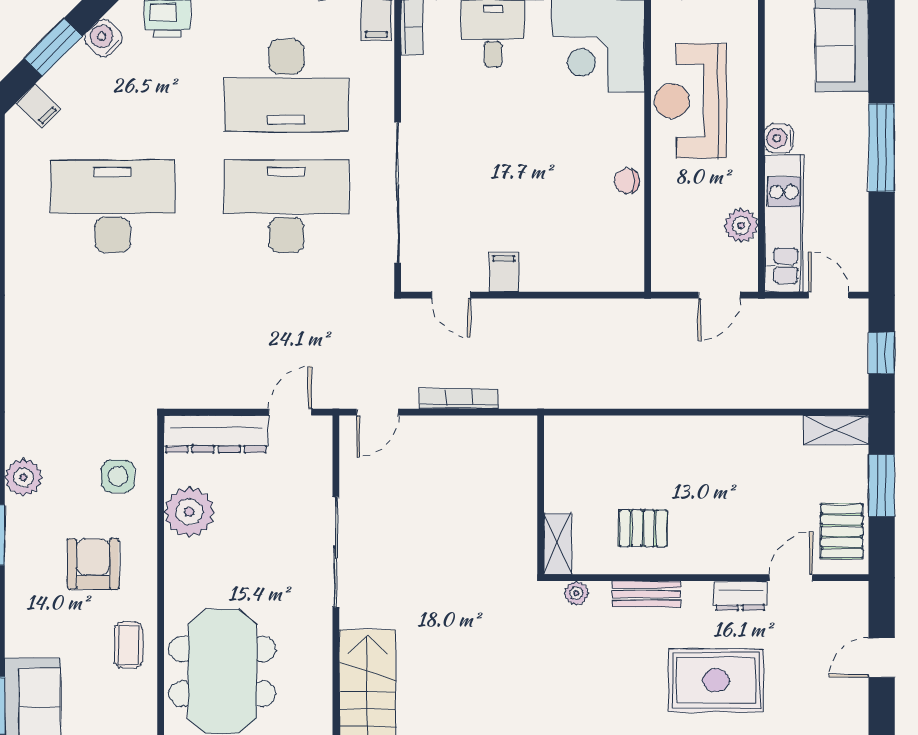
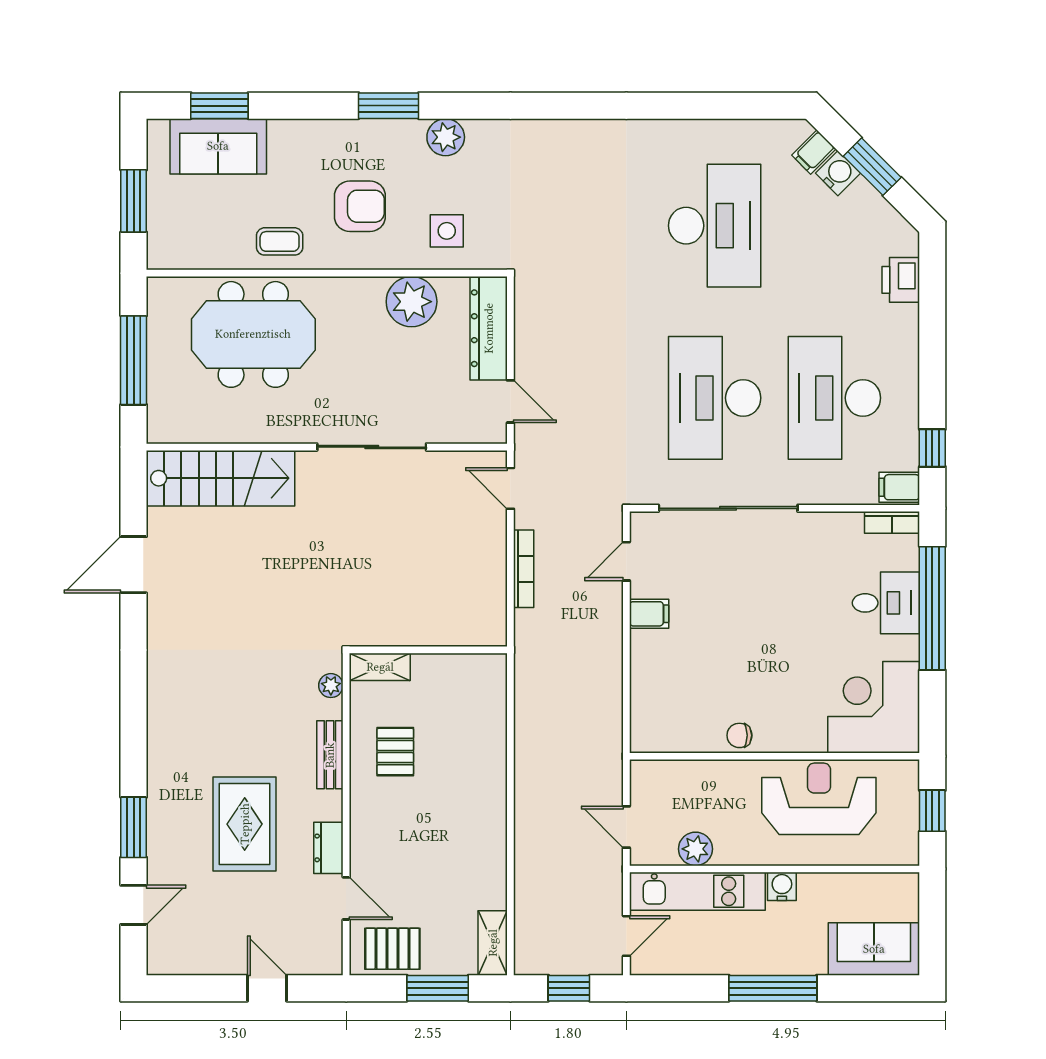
water cooler: (103, 38) -> (838, 173), moved
chair: (627, 181) -> (739, 735), turned -90
desk: (286, 206) -> (715, 398), turned 180

